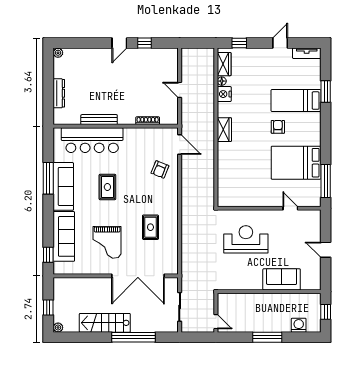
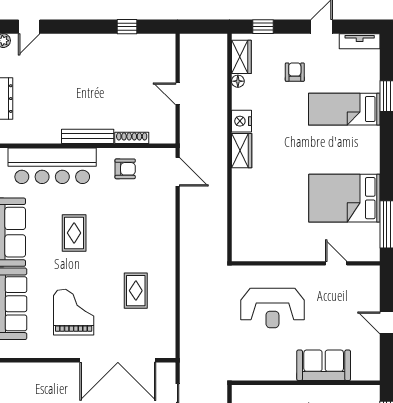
door: (119, 43) -> (29, 27), moved
nightstand: (224, 94) -> (241, 121), moved
bench: (99, 120) -> (88, 136), moved
armchair: (278, 127) -> (295, 72), moved
armchair: (160, 169) -> (125, 169), moved, turned -112
reception desk: (246, 239) -> (272, 308), turned 180
grand piano: (107, 242) -> (74, 312), turned 180

